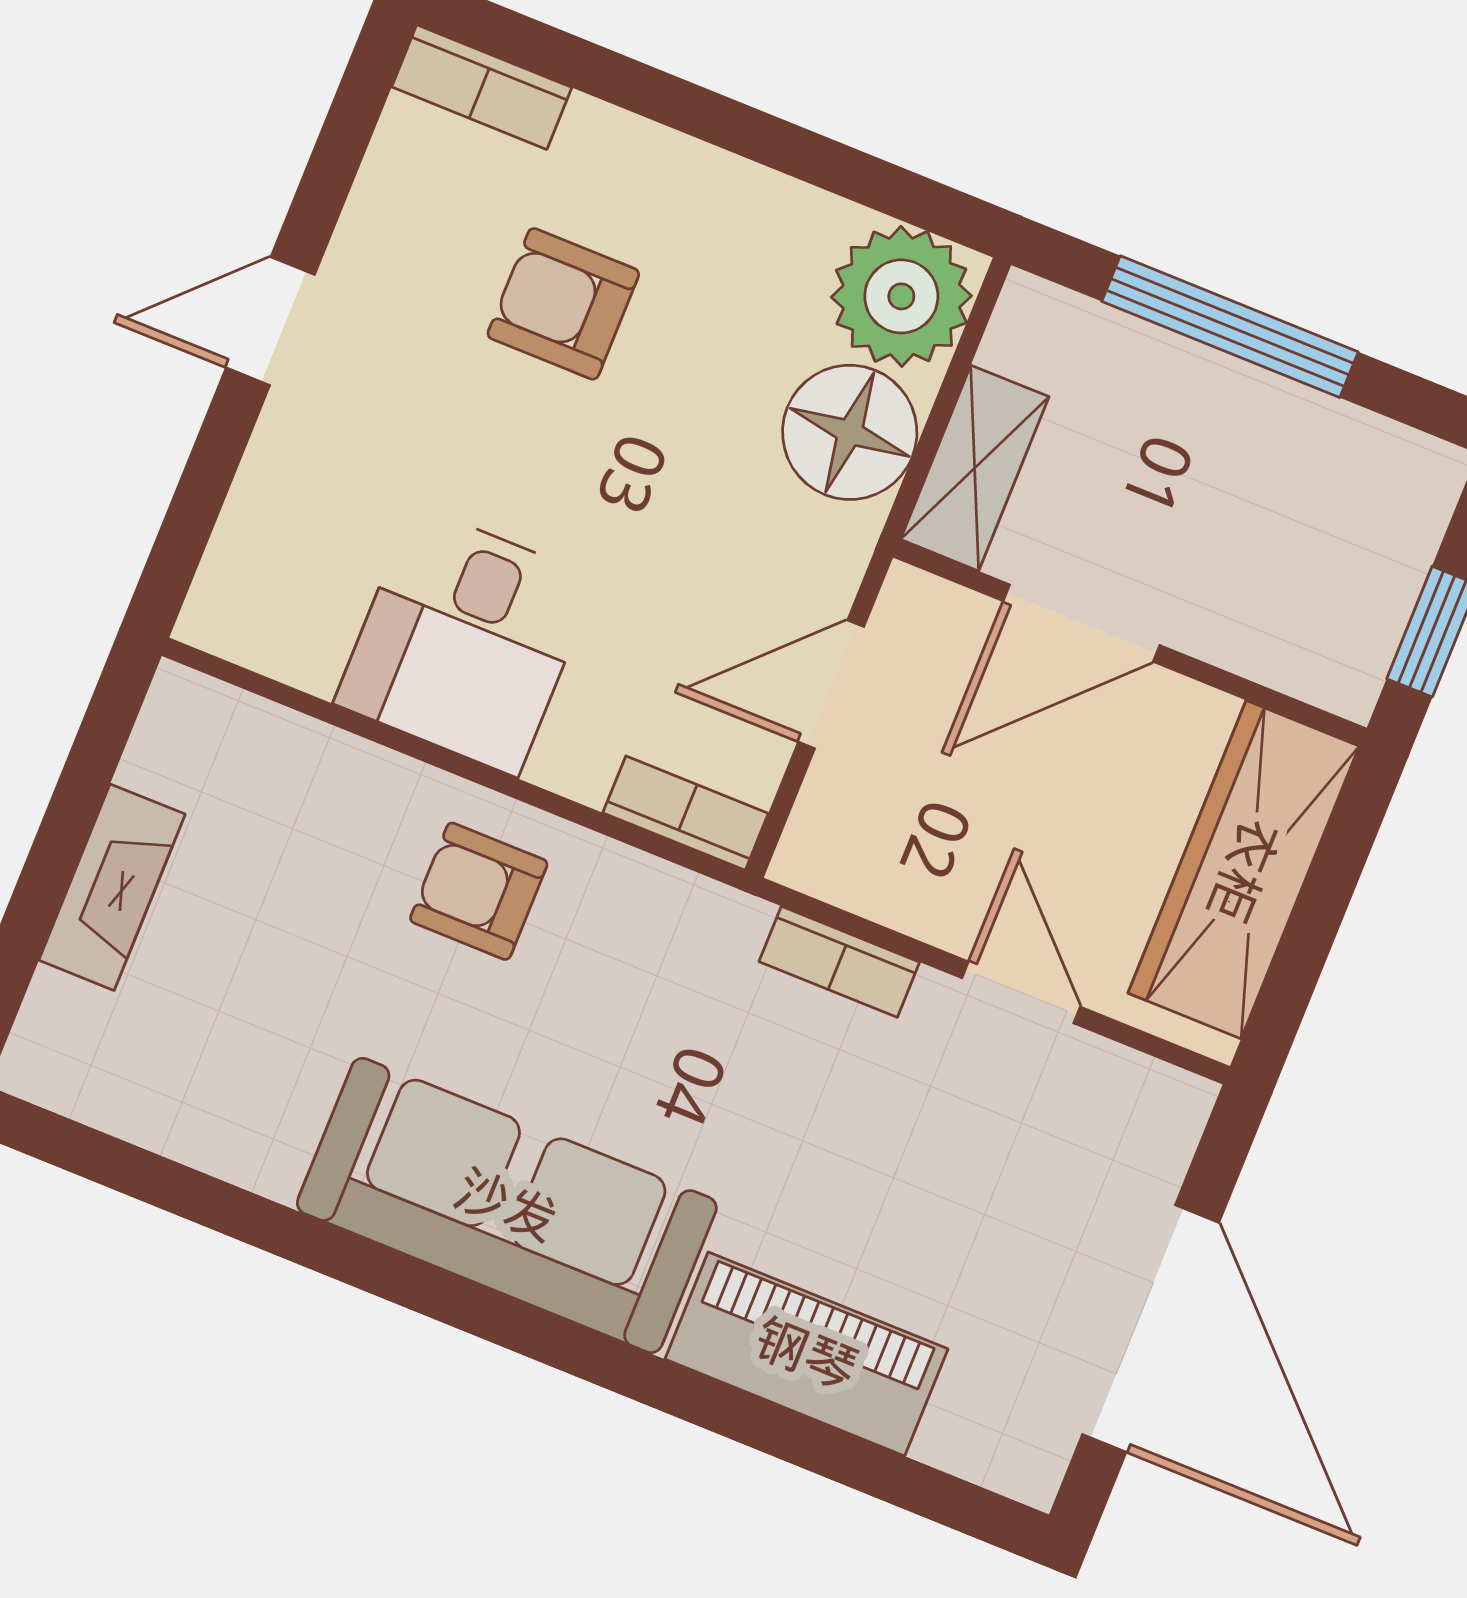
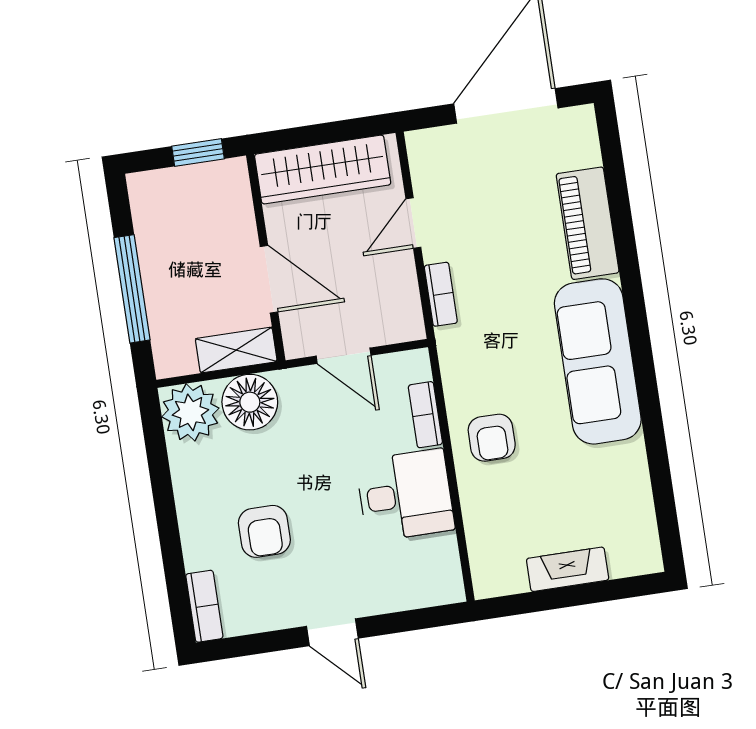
bookcase: (686, 813) -> (425, 415), moved

